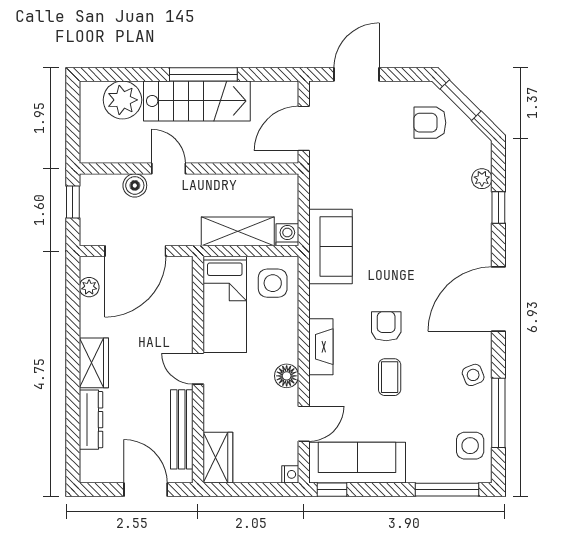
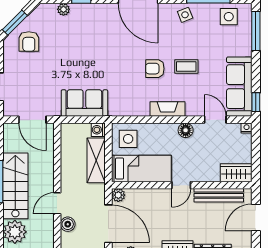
sofa: (330, 246) -> (84, 103), moved
plant: (182, 267) -> (118, 195), added

